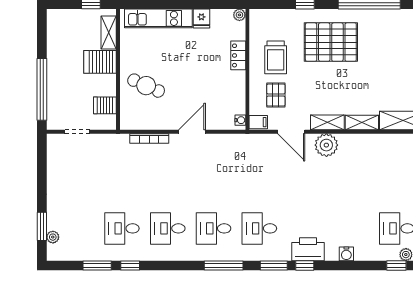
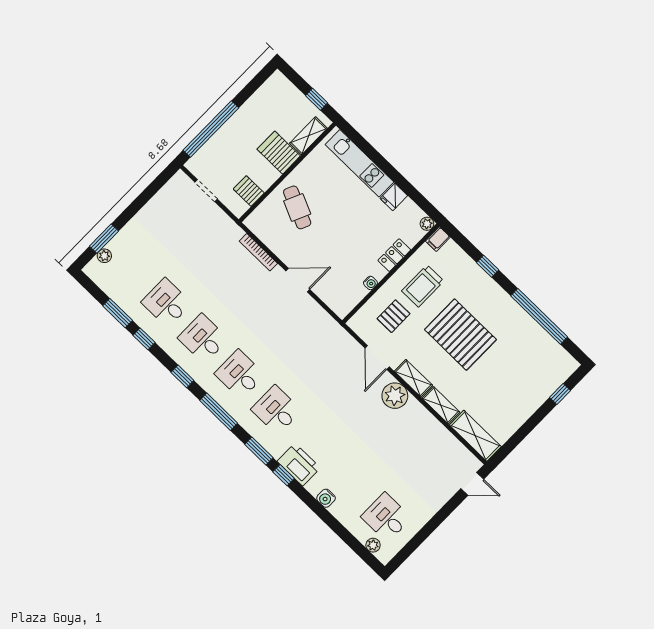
pallet: (331, 42) -> (460, 335), moved
water cooler: (240, 120) -> (370, 283), moved
filing cabinet: (258, 122) -> (438, 239), moved, turned 90
window: (396, 266) -> (182, 376), moved

